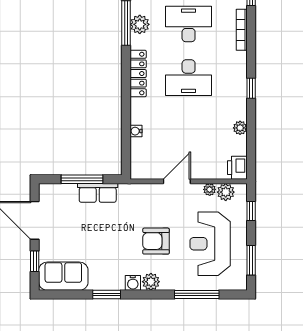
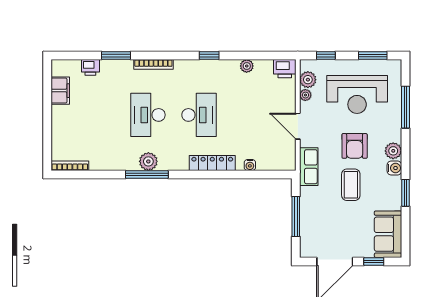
locker: (138, 74) -> (212, 163), moved
row of seats: (98, 193) -> (309, 167), moved
coffee table: (115, 237) -> (351, 185), added

